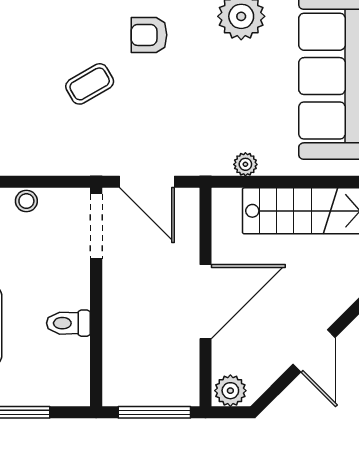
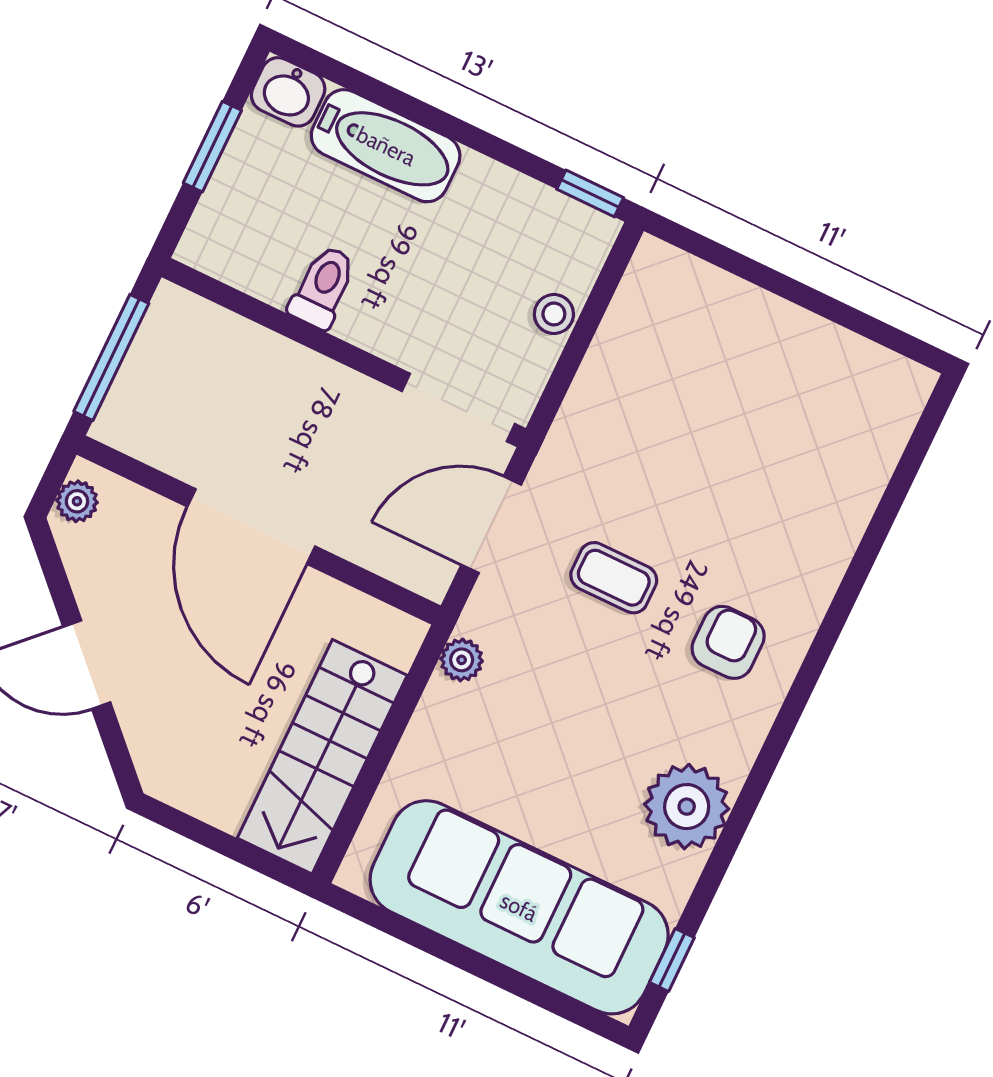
coffee table: (90, 84) -> (614, 578), moved, turned -60
plant: (245, 164) -> (462, 660), moved
plant: (230, 391) -> (77, 501), width x0.73, depth x0.73

